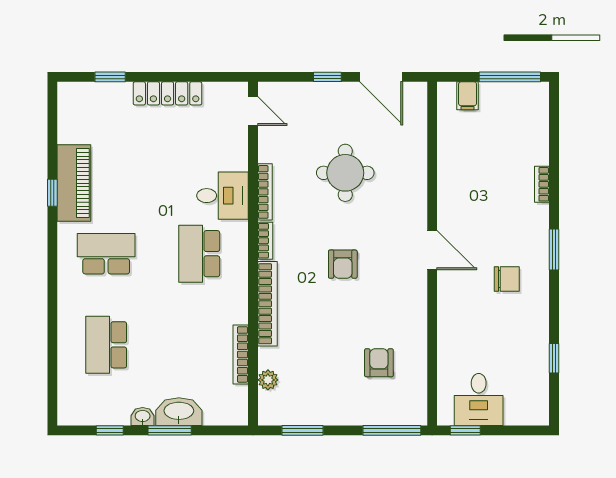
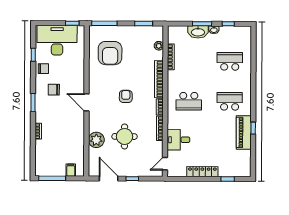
door: (253, 111) -> (165, 164), hinge flipped
plant: (410, 165) -> (96, 140), added
desk: (223, 196) -> (178, 140), moved
school desk: (106, 254) -> (230, 101), turned 180
school desk: (199, 254) -> (189, 101), turned 90
chair: (531, 327) -> (43, 69), added
school desk: (106, 345) -> (230, 61), turned -90
armchair: (379, 363) -> (110, 53), width x1.88, depth x1.88
desk: (479, 399) -> (57, 40), width x1.87, depth x1.30

